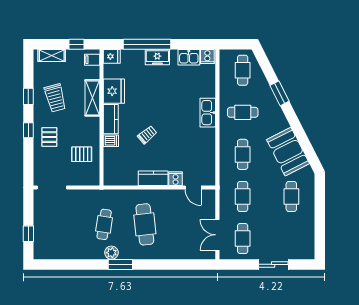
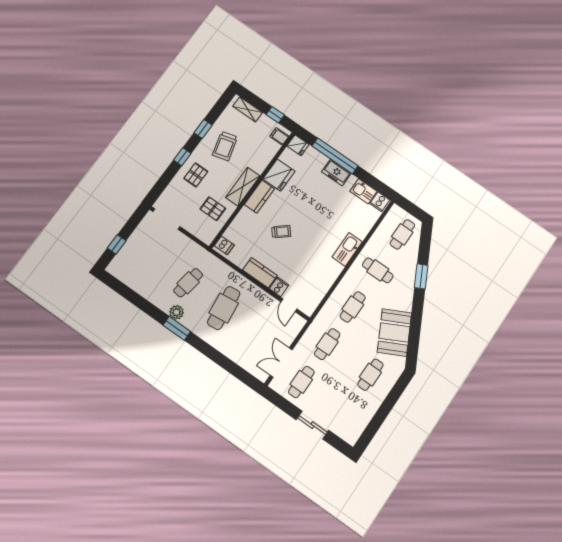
shelving: (92, 98) -> (243, 187), moved
dishwasher: (111, 141) -> (224, 245), moved

